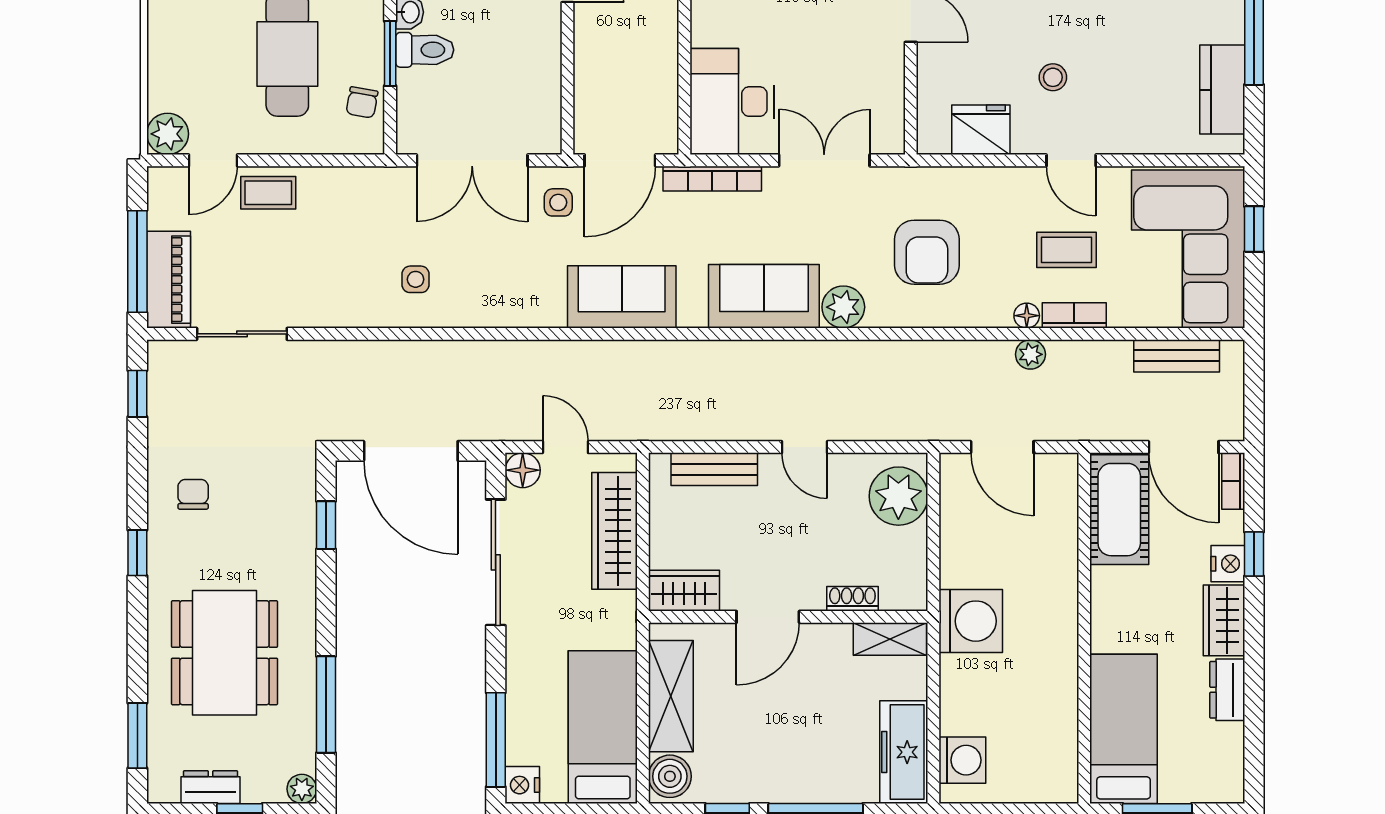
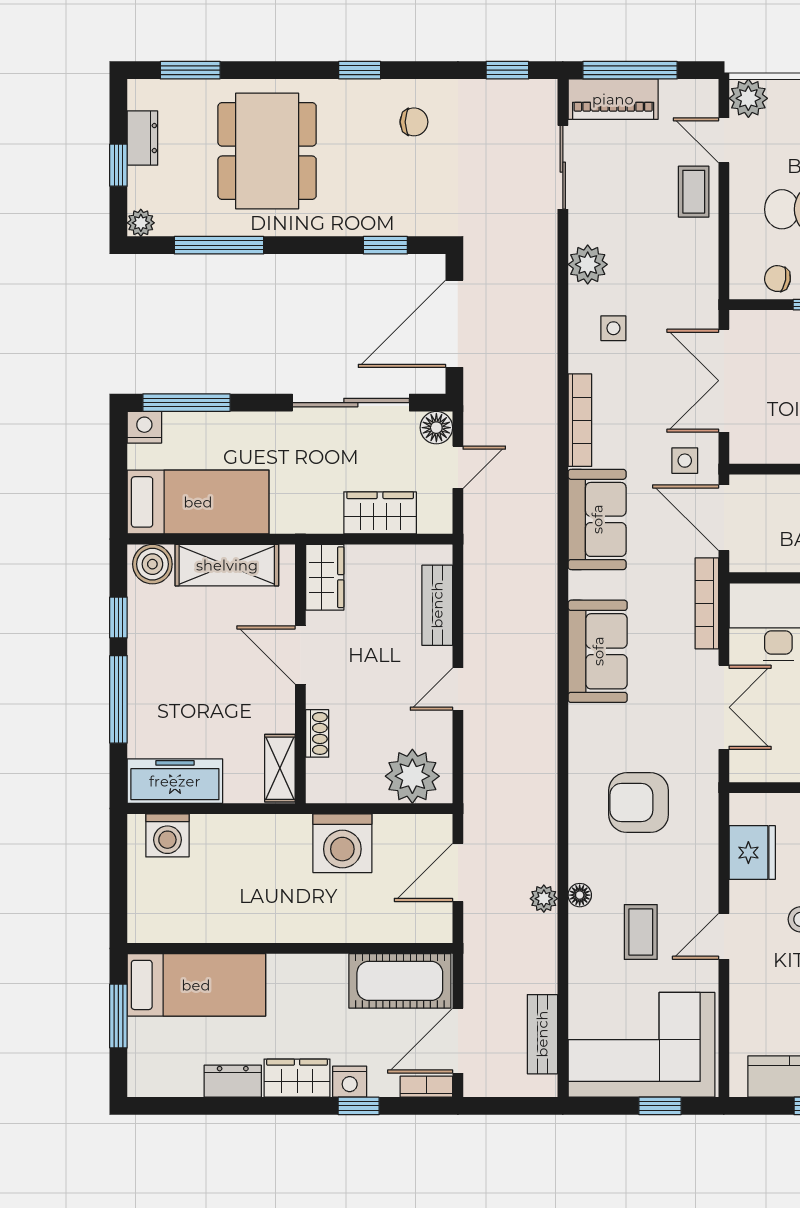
plant: (843, 307) -> (588, 264), moved
bookcase: (1074, 315) -> (580, 420), moved, width x1.56
wardrobe: (615, 531) -> (380, 513), width x0.67
washing machine: (971, 621) -> (342, 843), moved
dining table: (224, 653) -> (267, 151), turned 90

